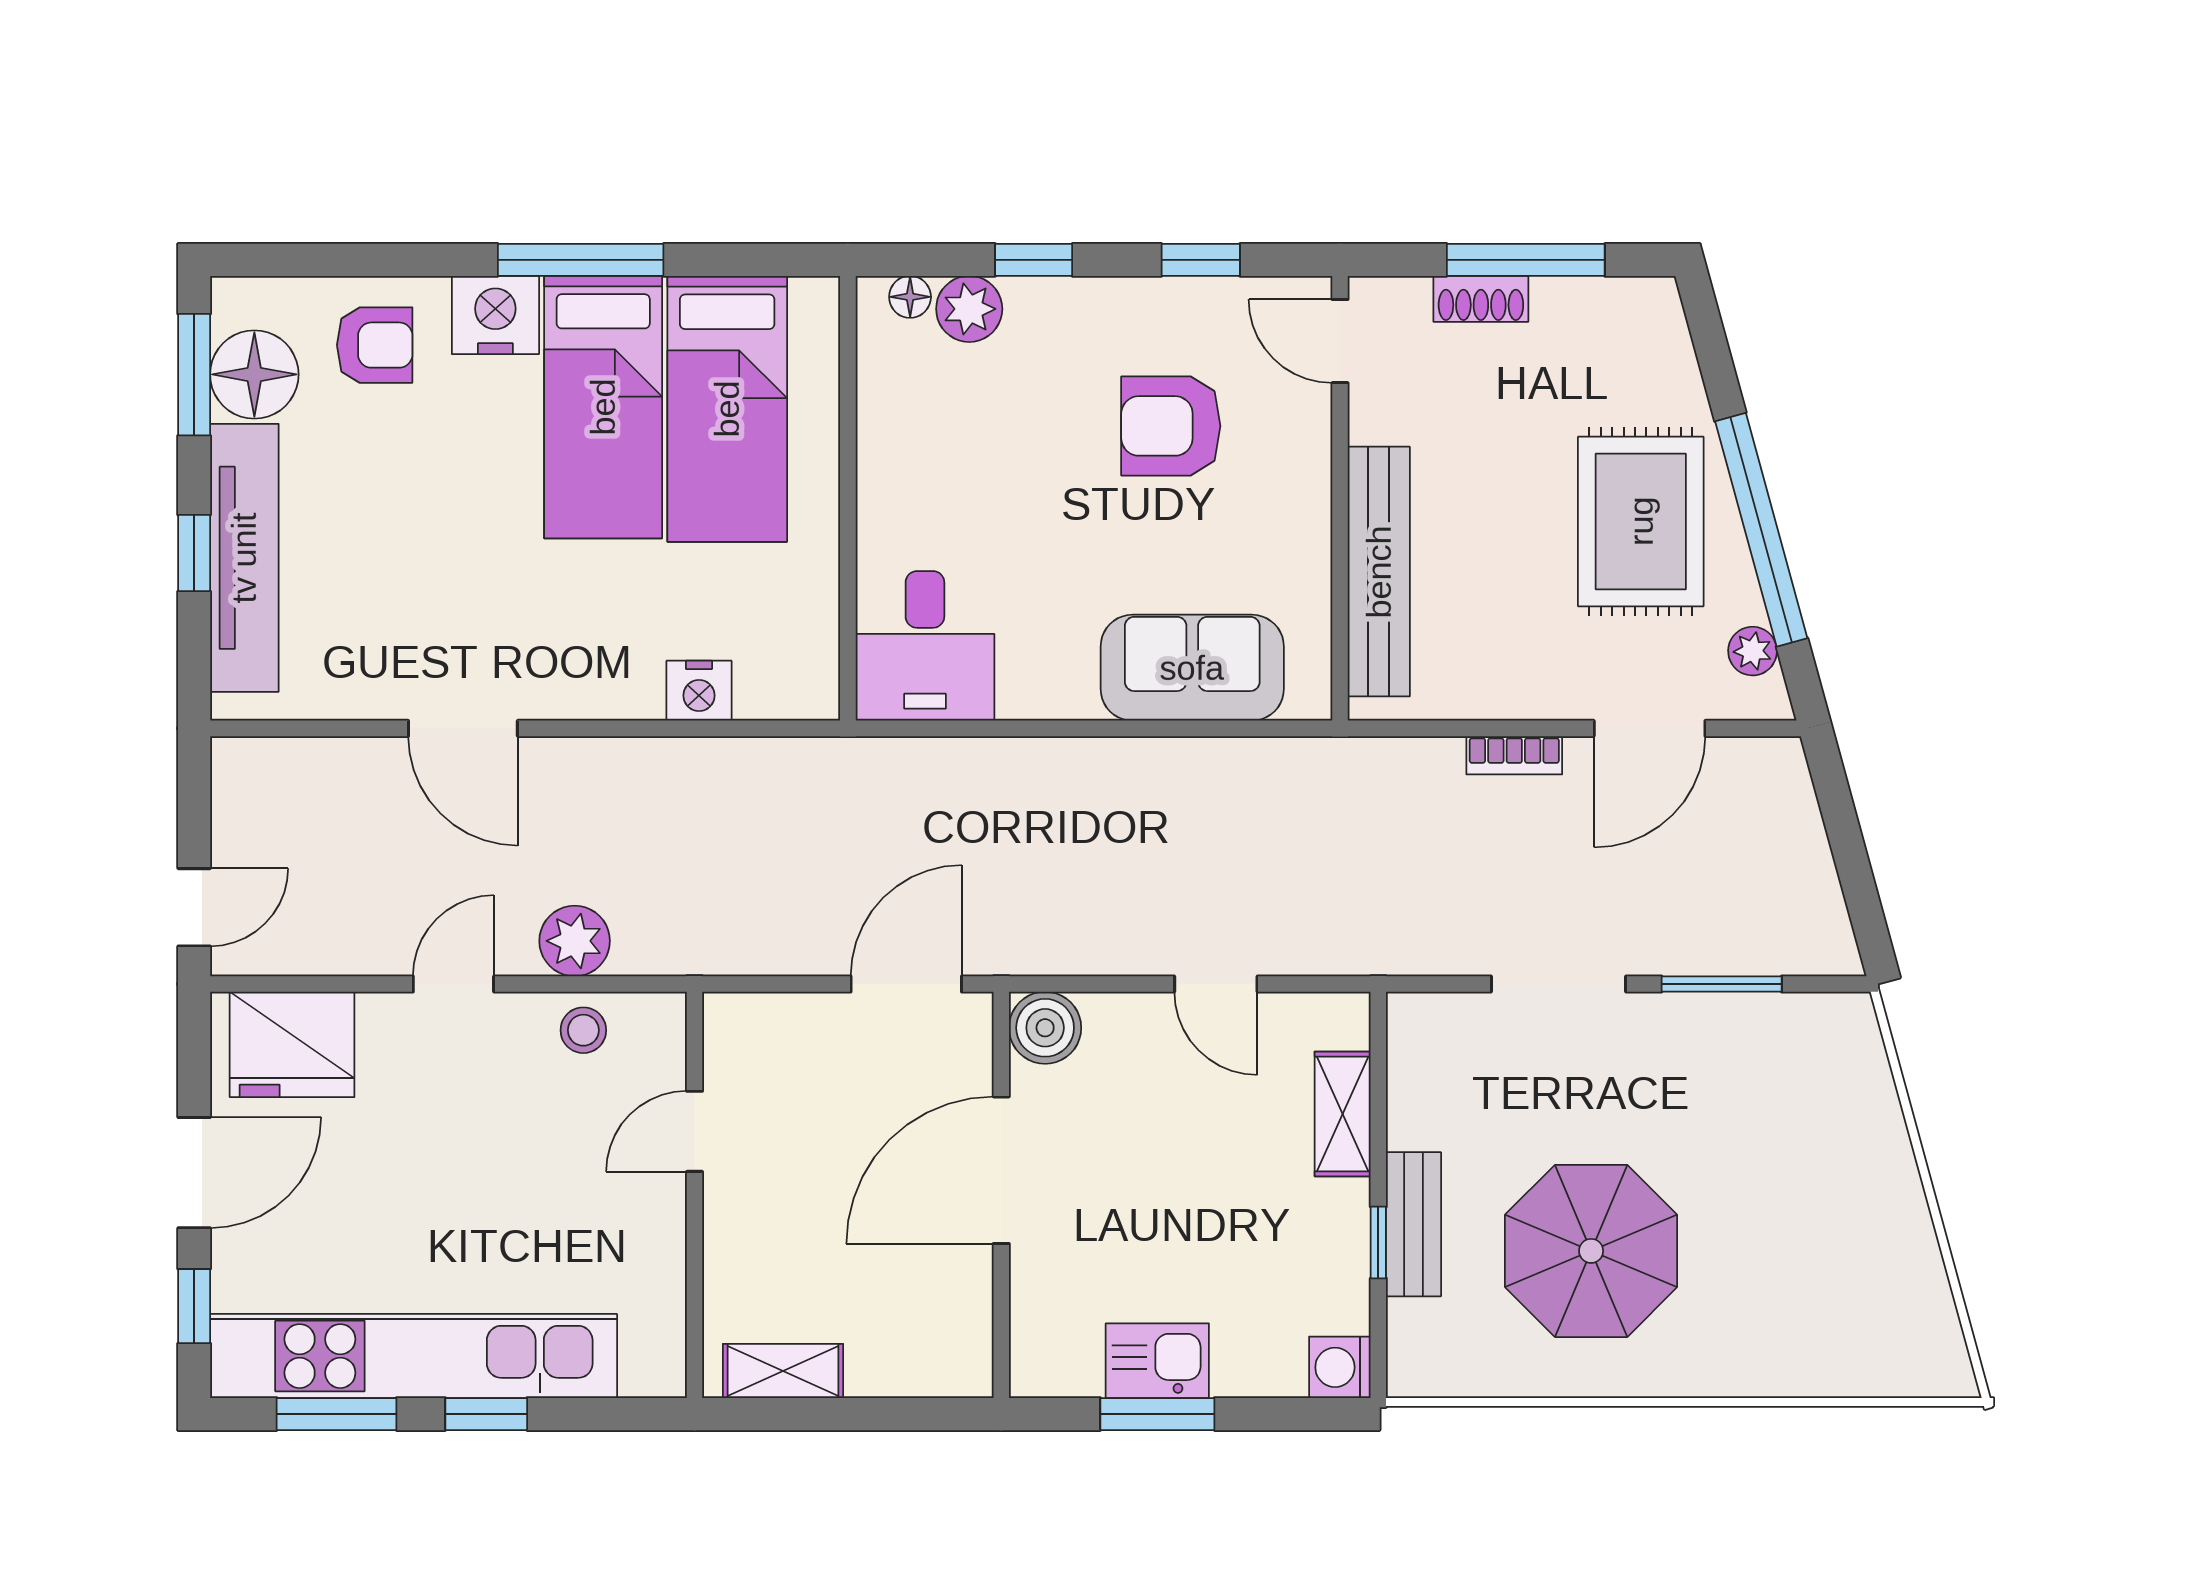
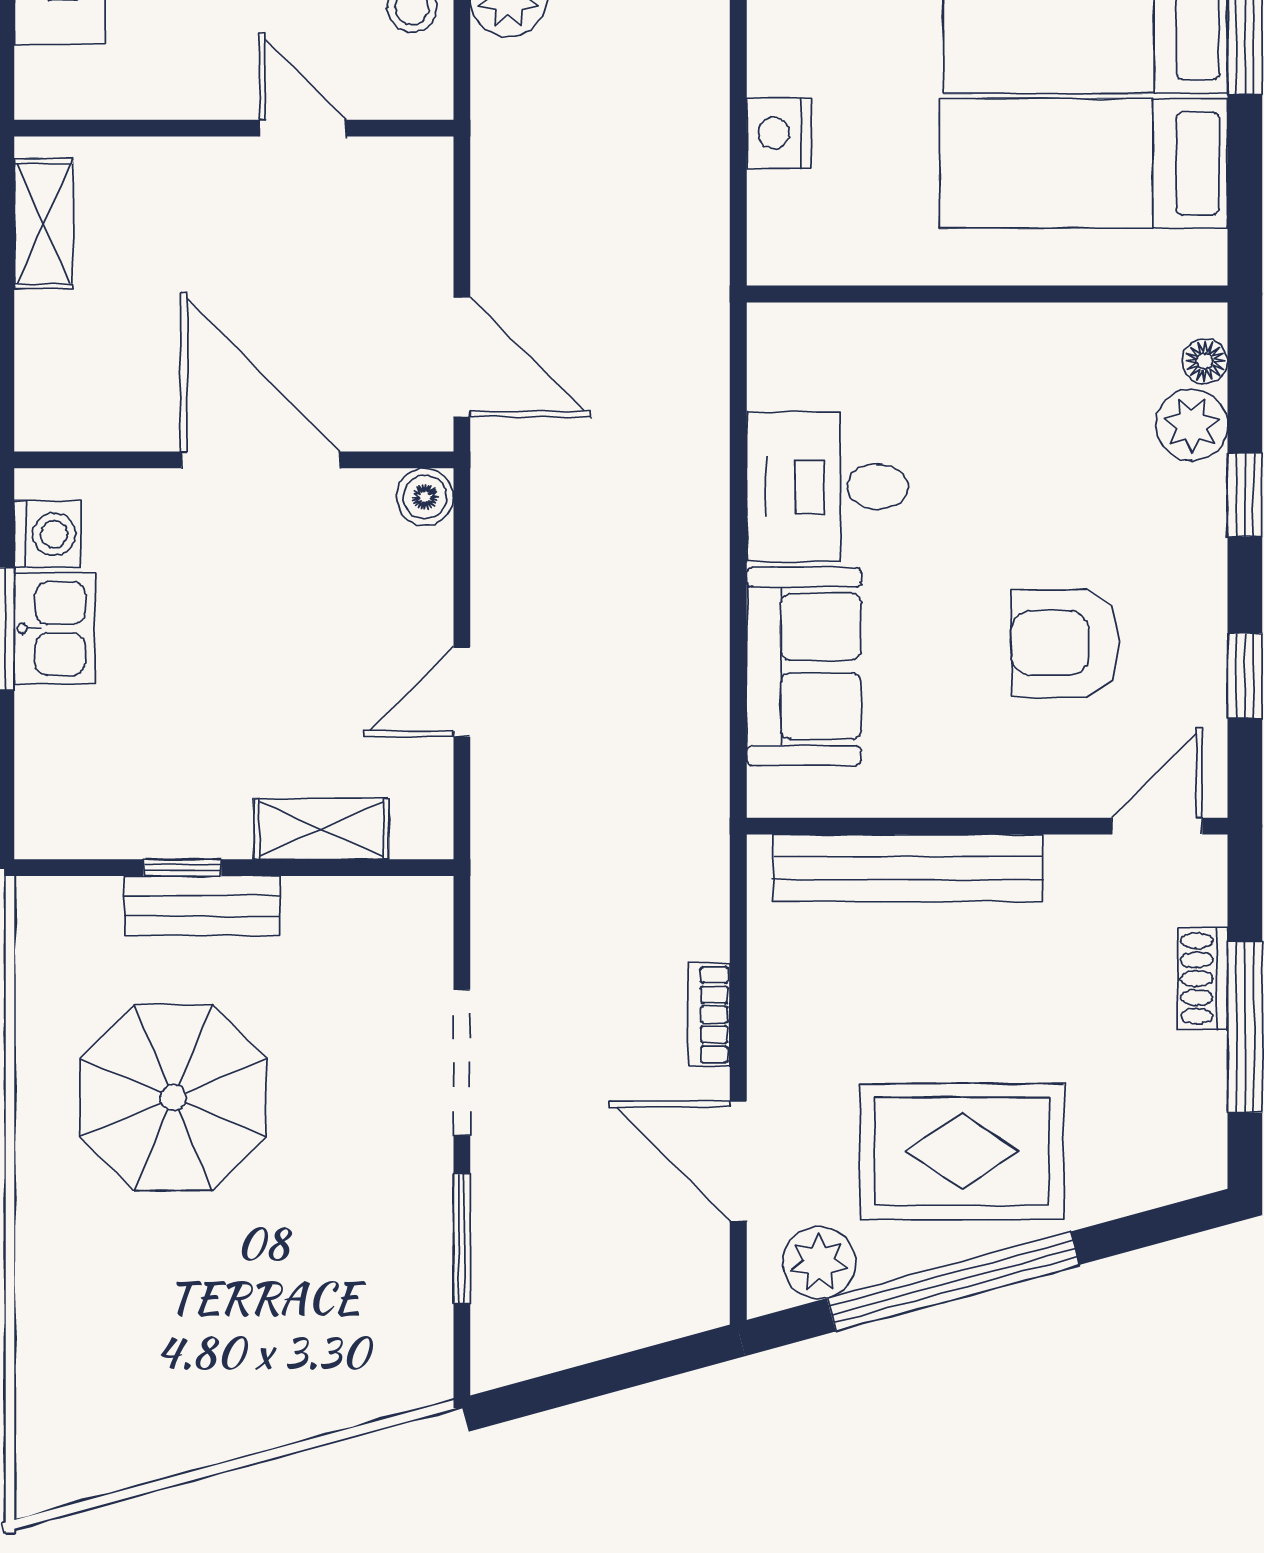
armchair: (1171, 426) -> (1065, 643), turned -90
desk: (925, 646) -> (827, 487), moved
plant: (1752, 651) -> (819, 1263), width x1.38, depth x1.38
boiler: (1045, 1028) -> (425, 497), width x0.73, depth x0.73
washing machine: (1340, 1367) -> (47, 534), moved, turned 90

